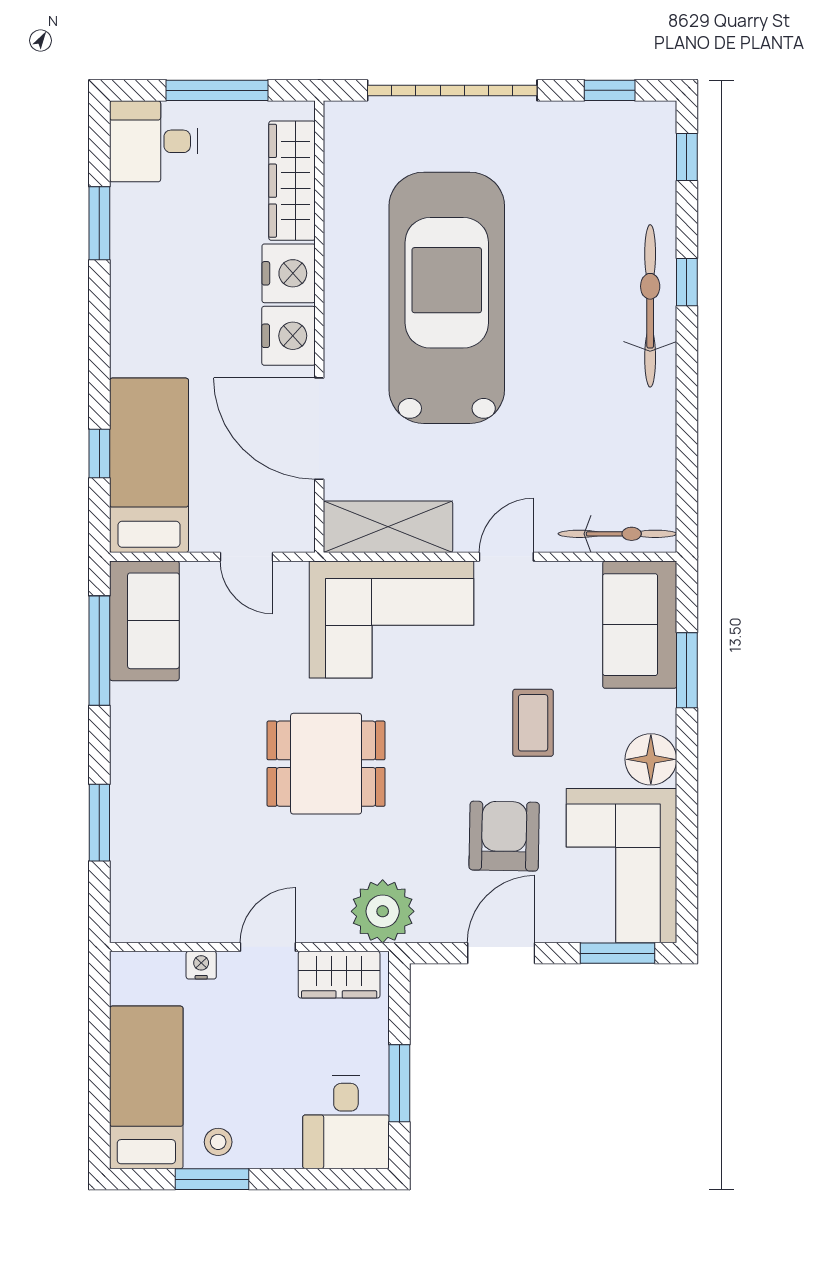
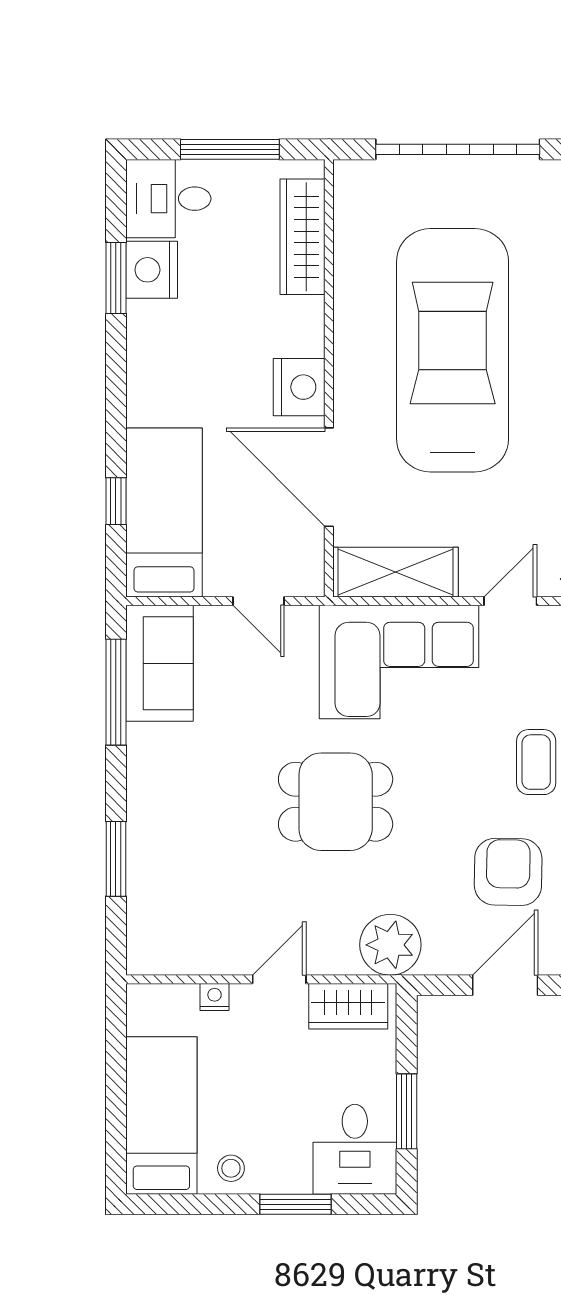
nightstand: (289, 273) -> (152, 270), moved, turned 180
window: (212, 1179) -> (295, 1204), moved

